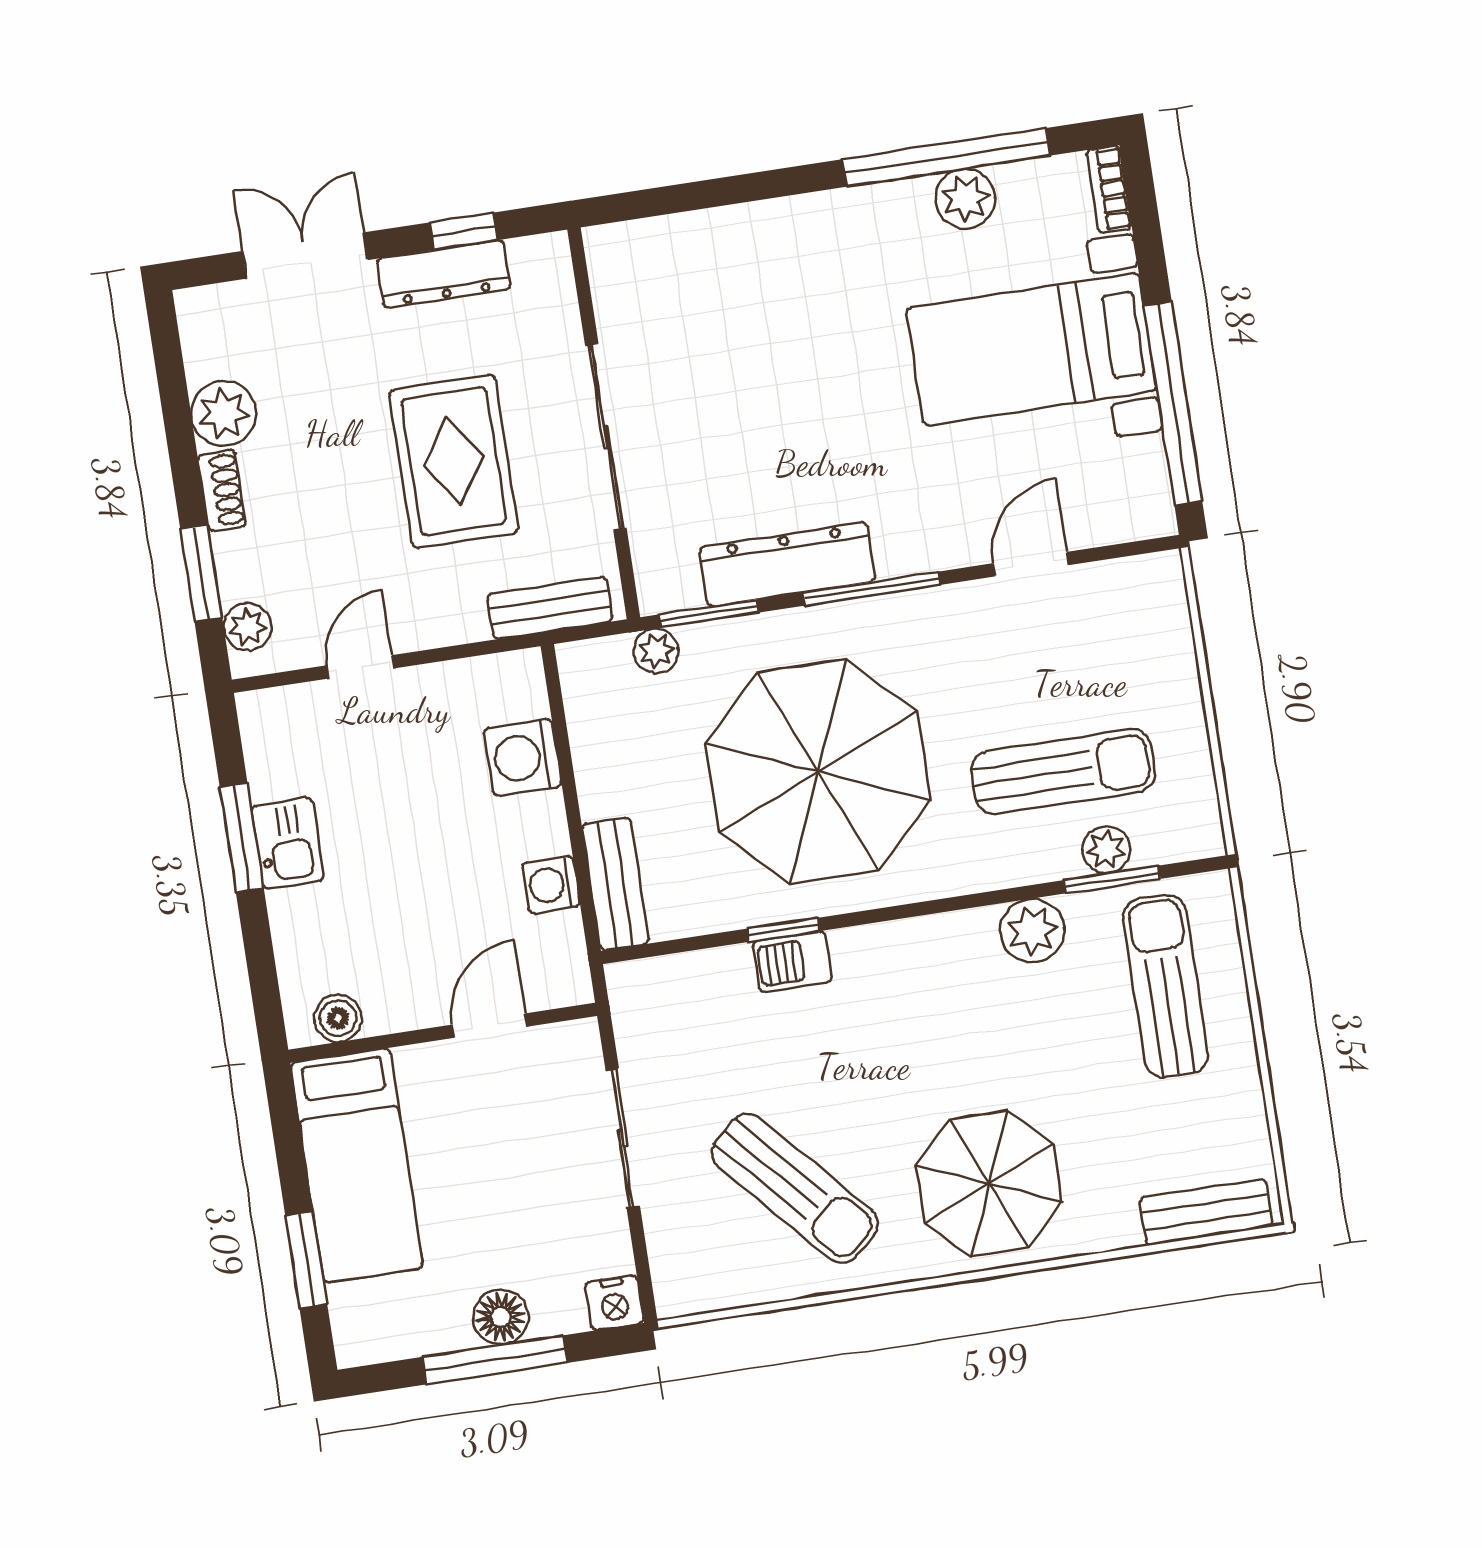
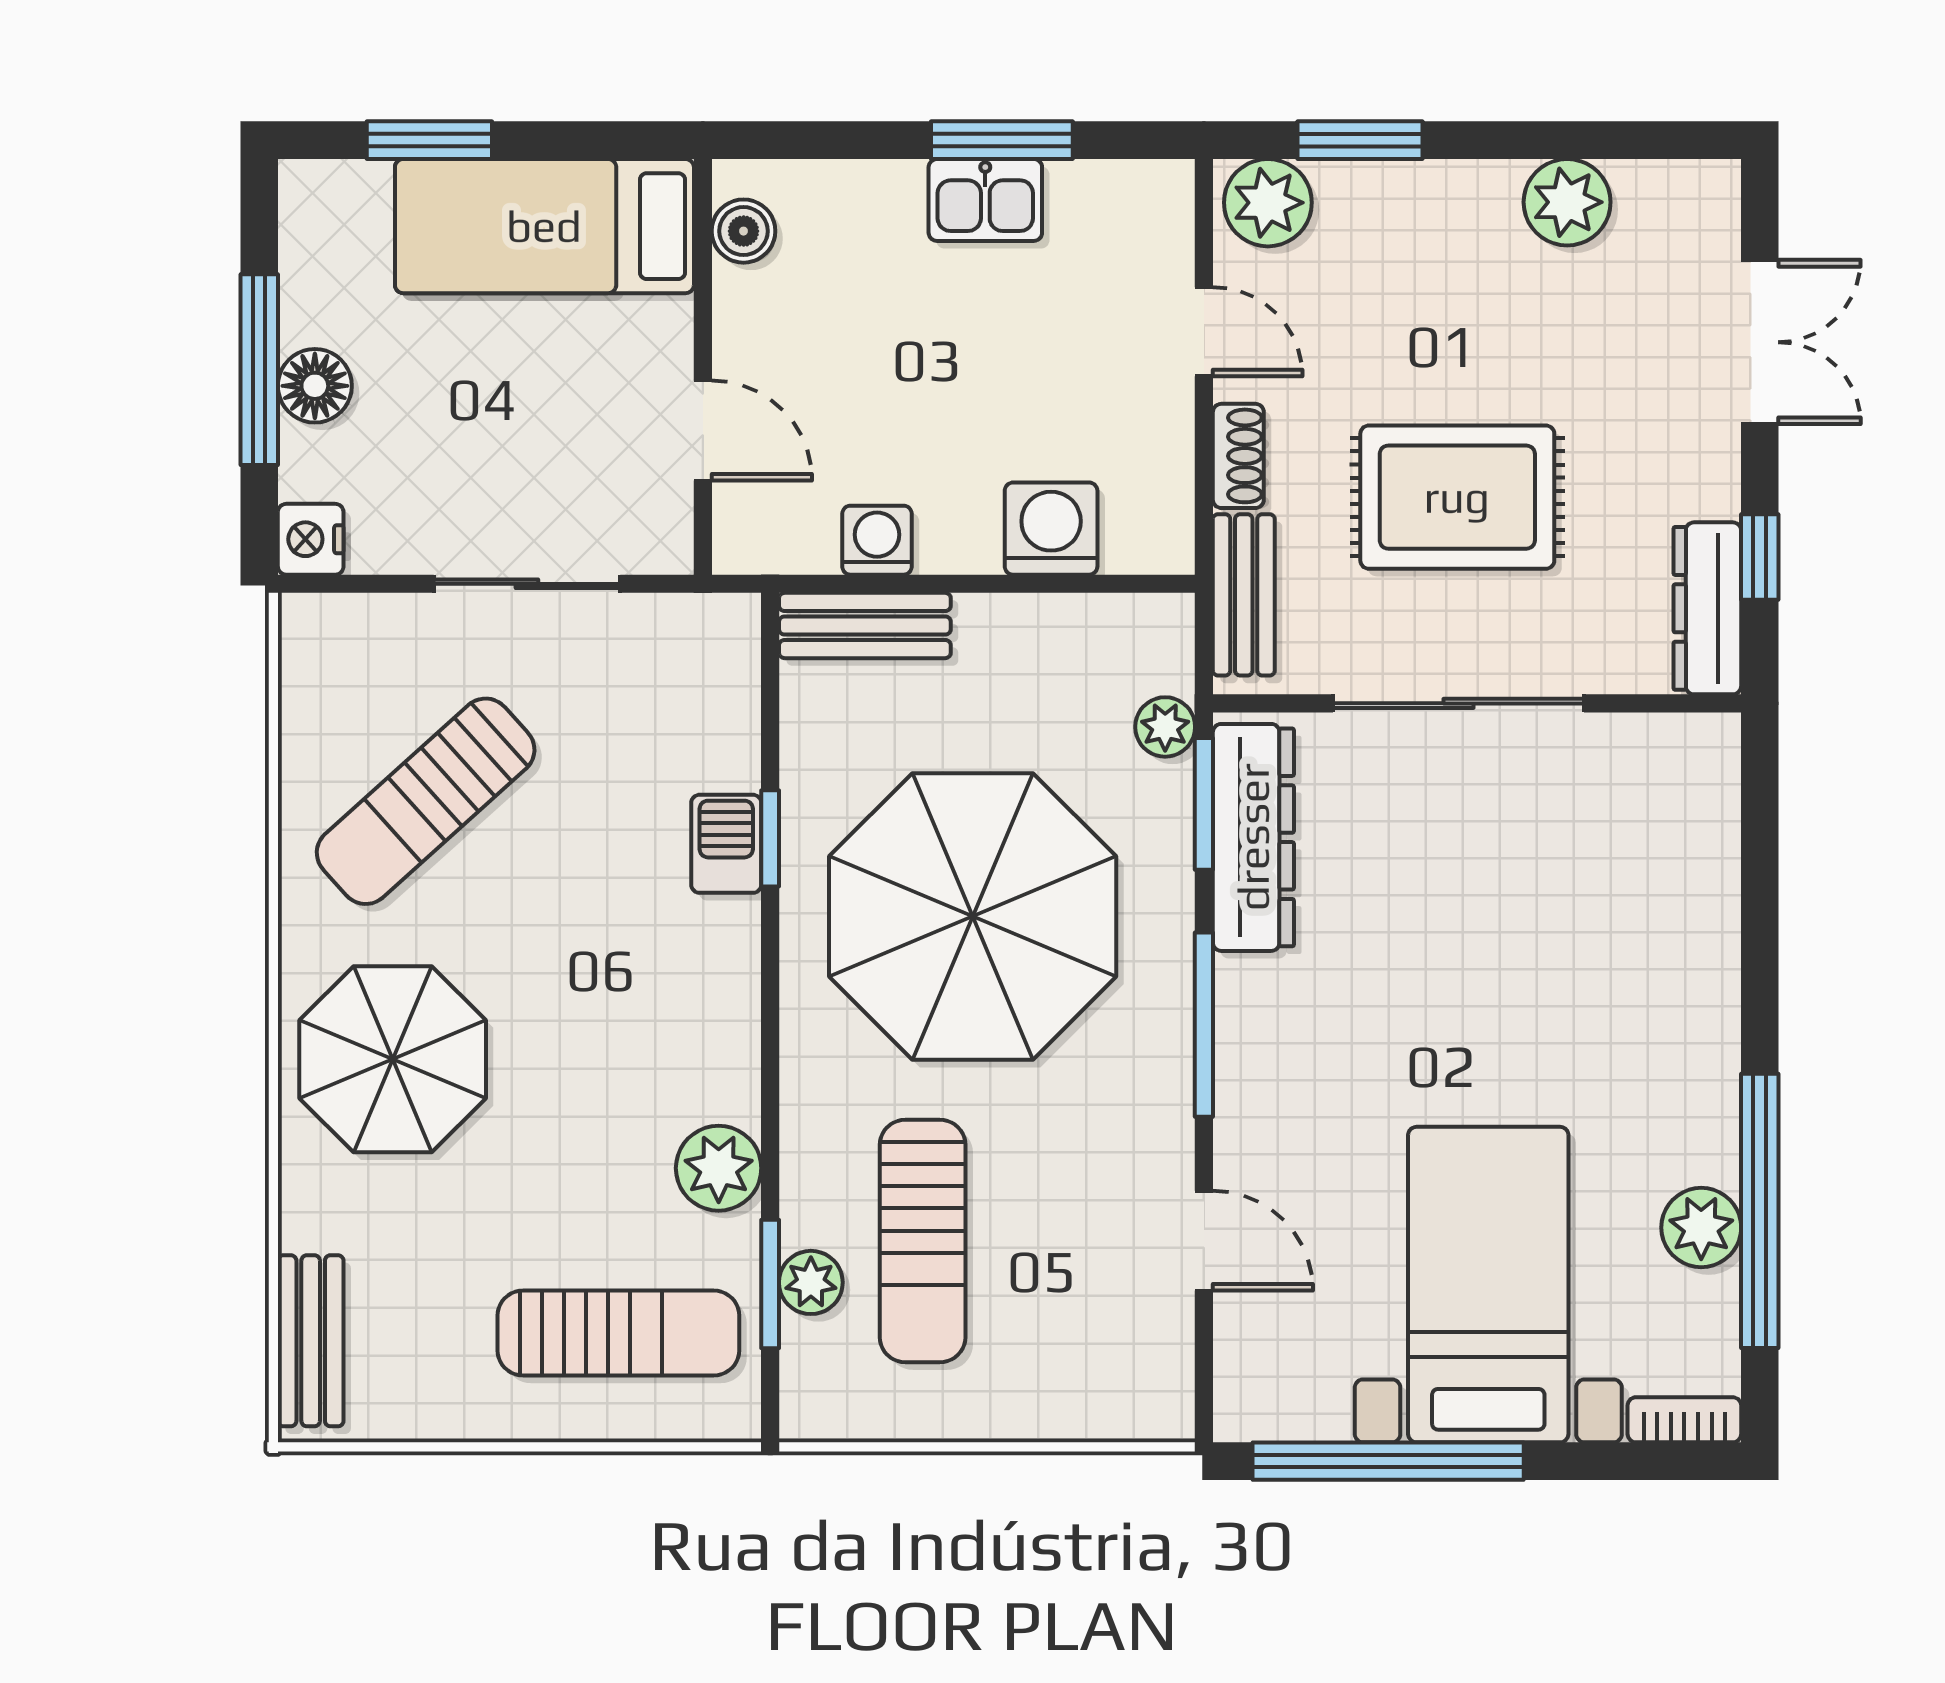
dresser: (444, 274) -> (1707, 608), moved
shoe rack: (222, 490) -> (1238, 456), moved, turned -90
dresser: (787, 564) -> (1253, 837), moved
plant: (248, 627) -> (1268, 203), width x1.38, depth x1.38

